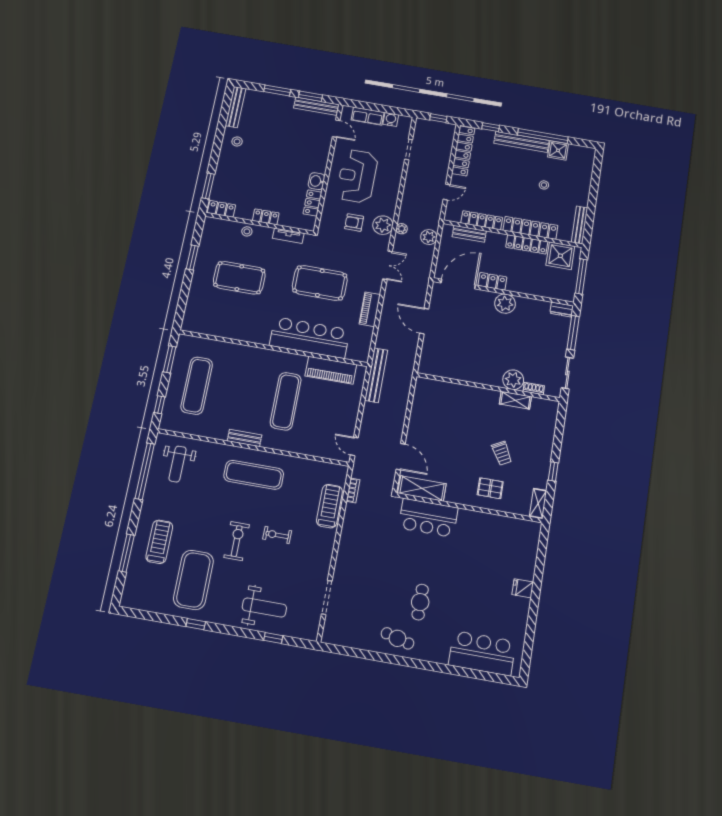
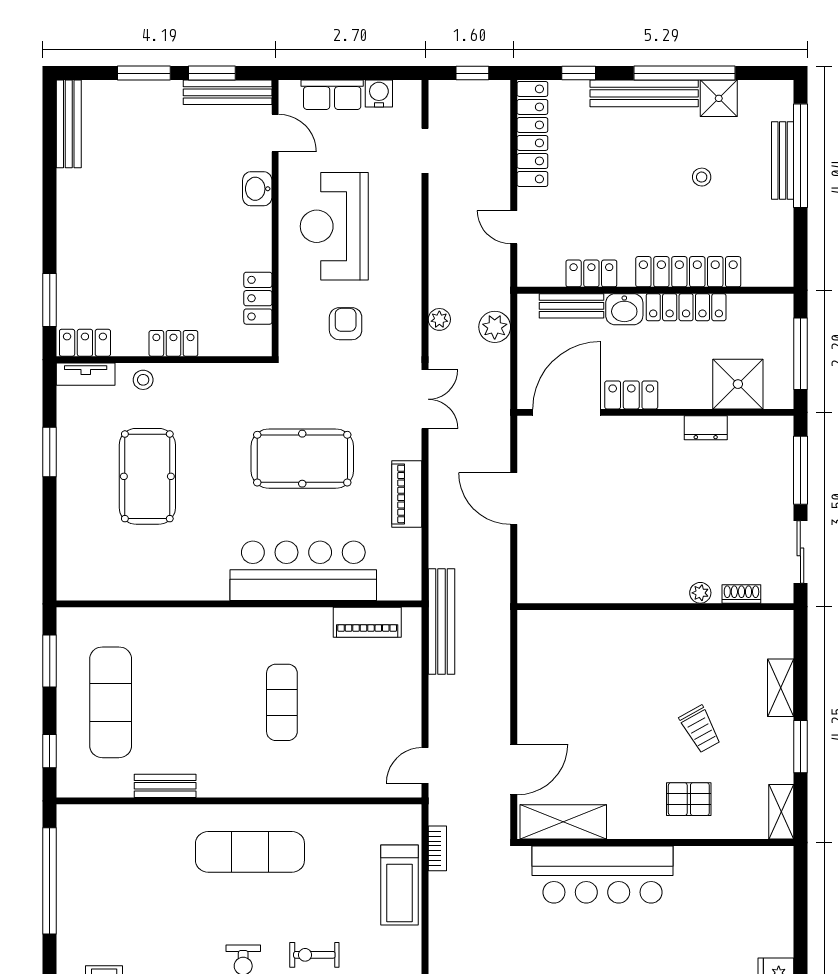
stool: (237, 142) -> (87, 197), removed
washbasin: (316, 181) -> (257, 189), moved
window: (595, 184) -> (800, 156), added
door: (447, 192) -> (514, 227), swing flipped
locker: (482, 220) -> (591, 273), width x0.66
armchair: (354, 223) -> (346, 324), turned 90
plant: (383, 225) -> (402, 319), removed
bench: (580, 225) -> (783, 160), moved
tv unit: (288, 236) -> (86, 374), moved
washbasin: (495, 240) -> (624, 309), added
shower: (560, 256) -> (738, 384), moved
pool table: (239, 278) -> (147, 476), turned 90
plant: (505, 304) -> (662, 436), removed
dresser: (562, 310) -> (706, 428), moved
piano: (331, 370) -> (367, 622), width x0.73, depth x0.75
plant: (513, 380) -> (700, 593), width x0.53, depth x0.53
shelving: (515, 400) -> (781, 688), moved, turned 90
exercise mat: (286, 401) -> (282, 702), width x0.73, depth x0.69
bench: (244, 438) -> (165, 786), moved
door: (354, 446) -> (425, 765), hinge flipped
door: (401, 457) -> (514, 769), hinge flipped
weight bench: (177, 464) -> (106, 857), removed
window: (553, 471) -> (800, 747), width x1.50
treadmill: (329, 506) -> (400, 885), turned 180
bar counter: (428, 518) -> (602, 875), width x1.36

